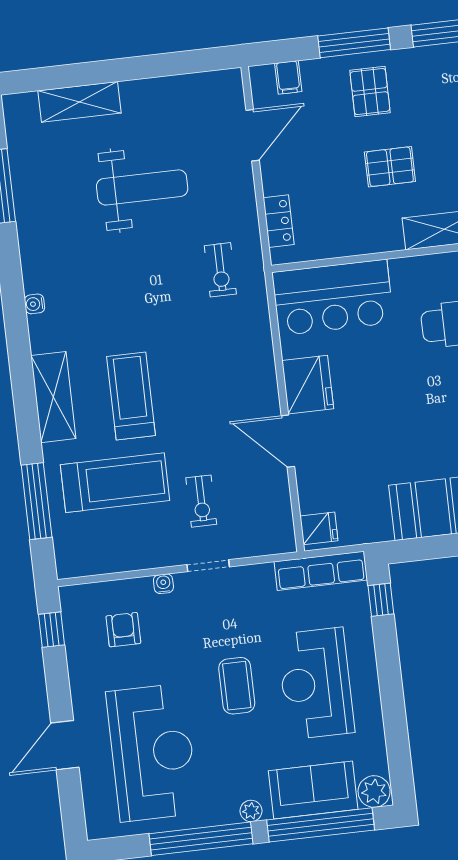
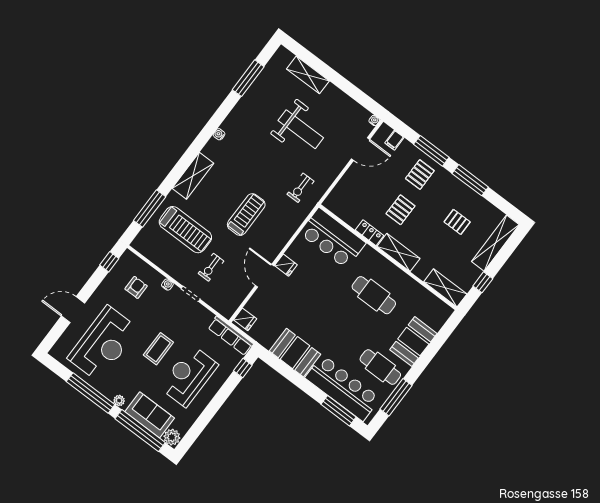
water cooler: (234, 77) -> (374, 120), added
pallet: (390, 167) -> (400, 210), turned 90
locker: (279, 221) -> (369, 233), moved, turned -90
fridge: (308, 385) -> (286, 265), width x0.53, depth x0.75
treadmill: (131, 396) -> (246, 215), moved

